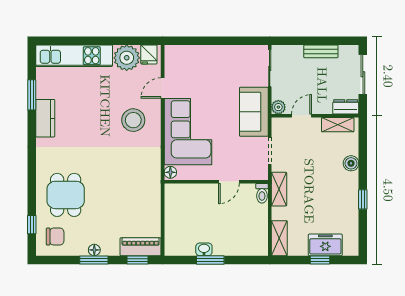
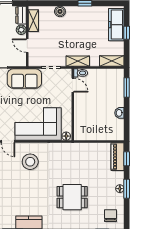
plant: (278, 107) -> (21, 30), moved
door: (229, 182) -> (73, 85), moved
dining table: (66, 195) -> (72, 197), moved
freezer: (325, 245) -> (116, 25), width x1.40
window: (210, 260) -> (127, 88), moved

